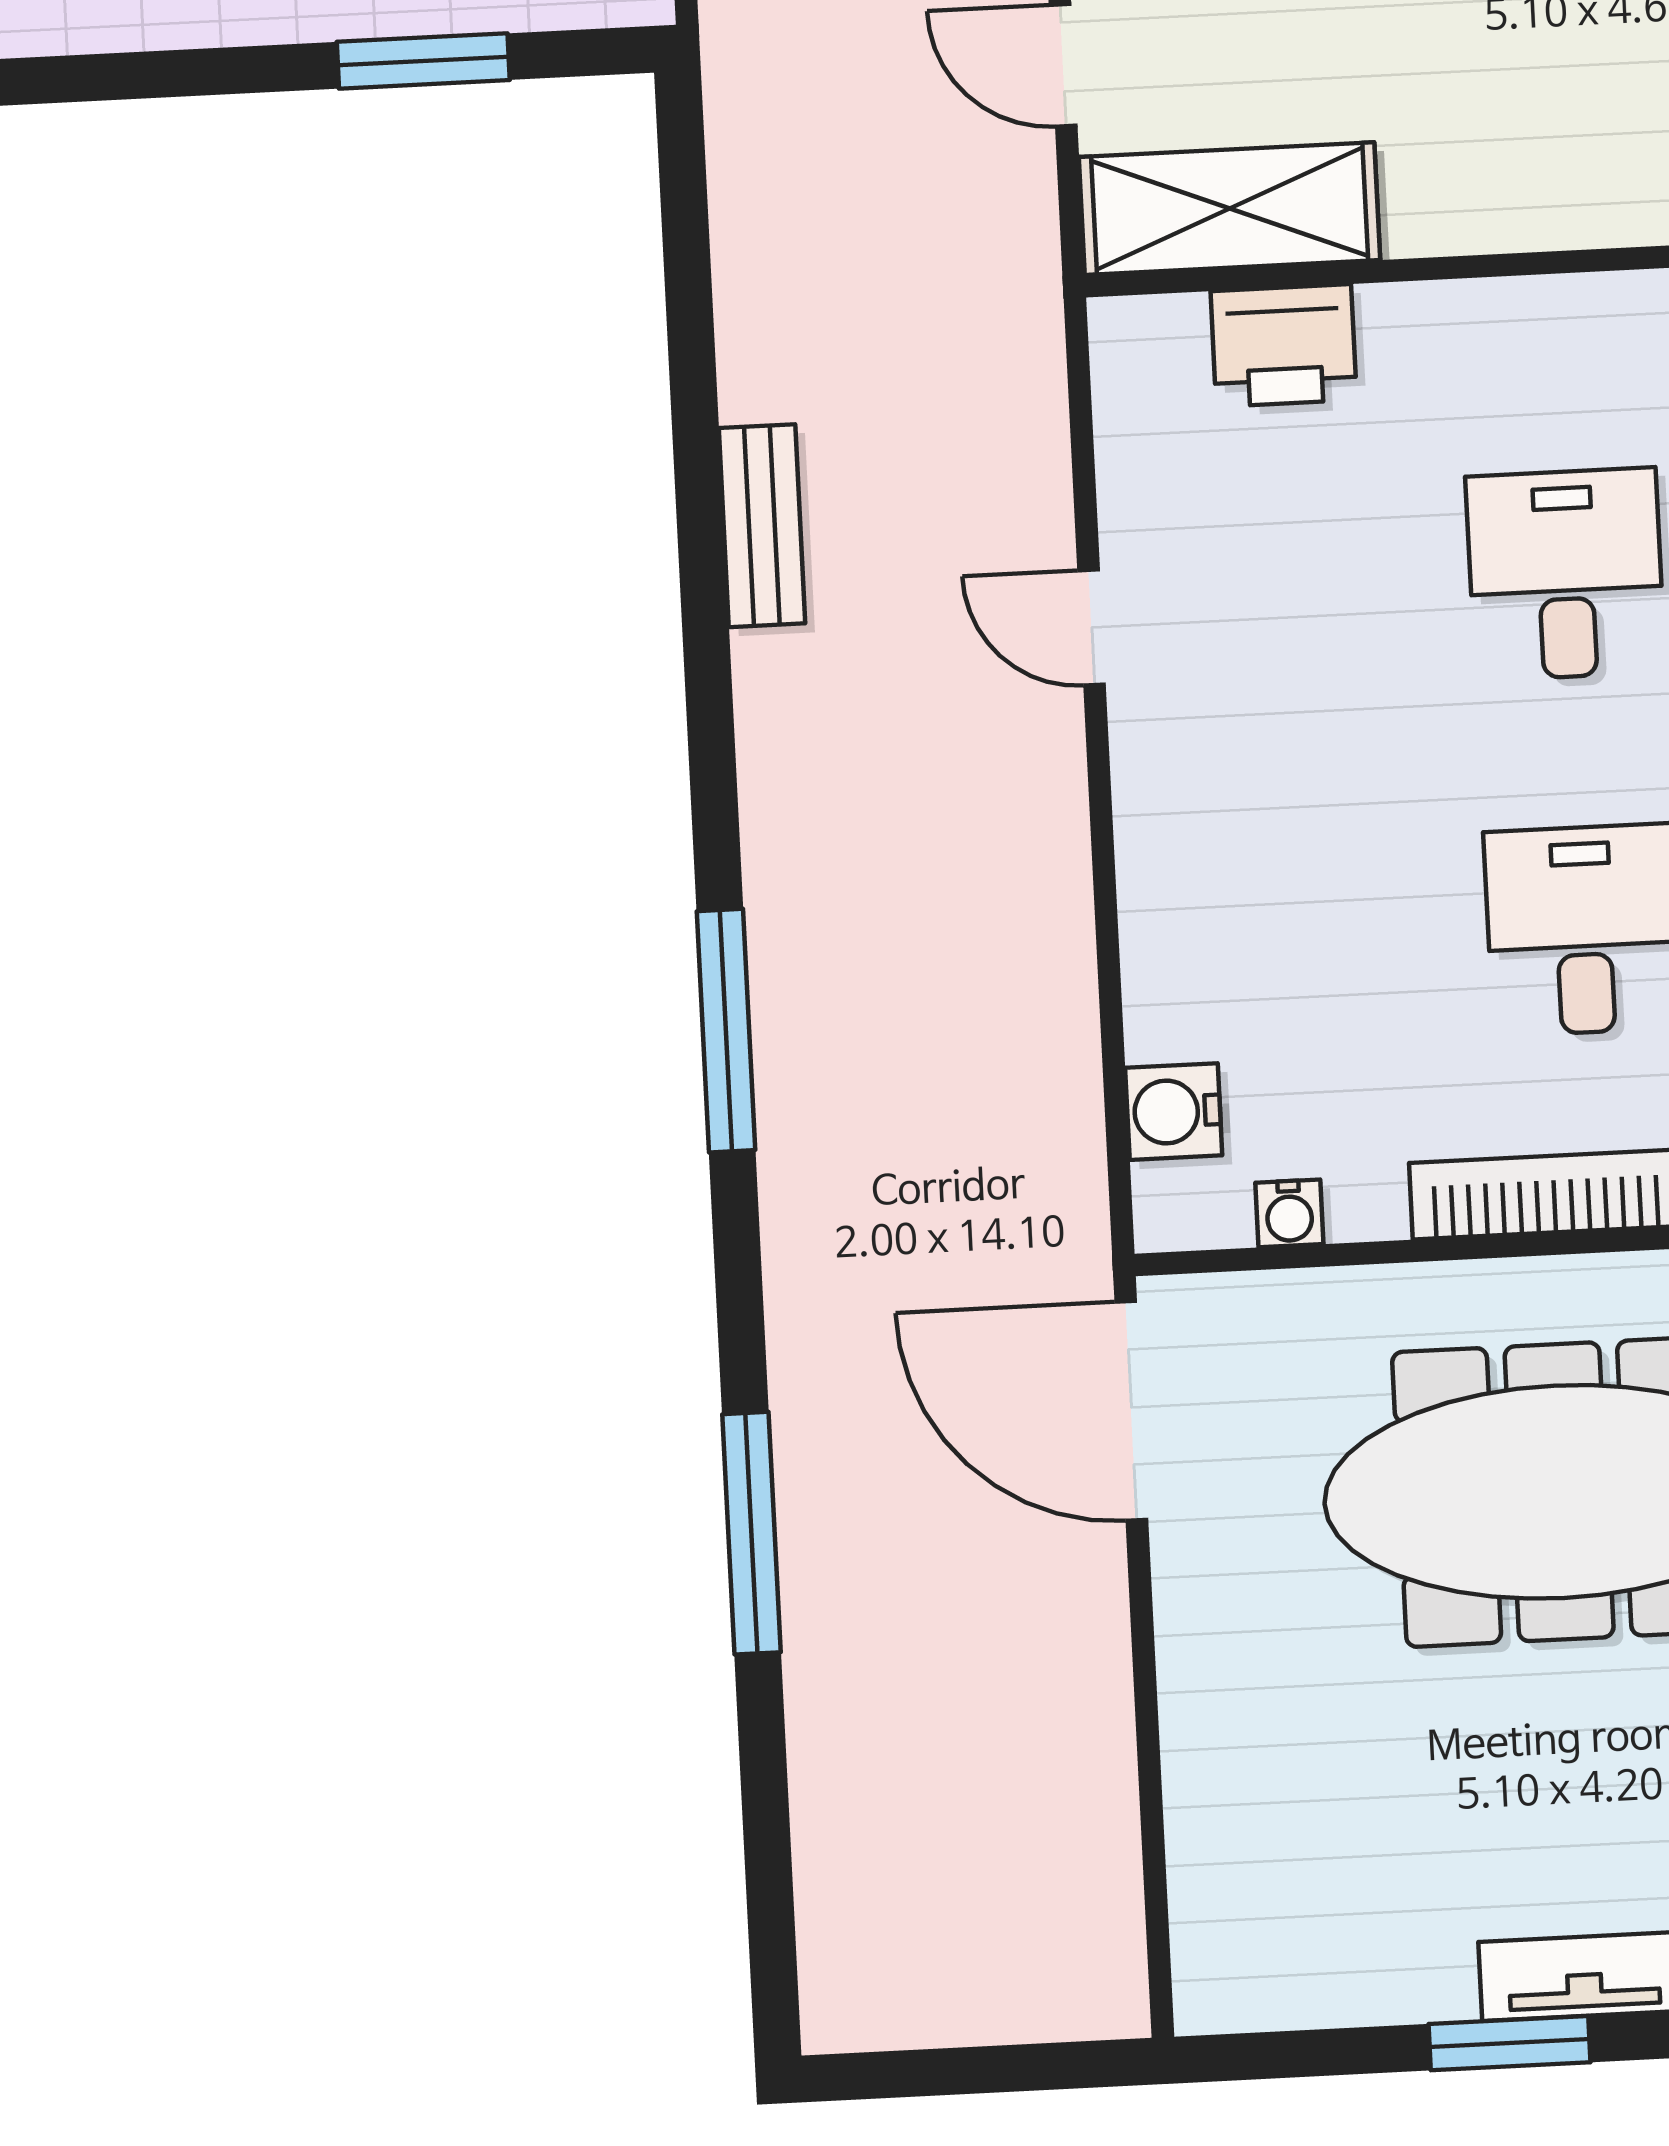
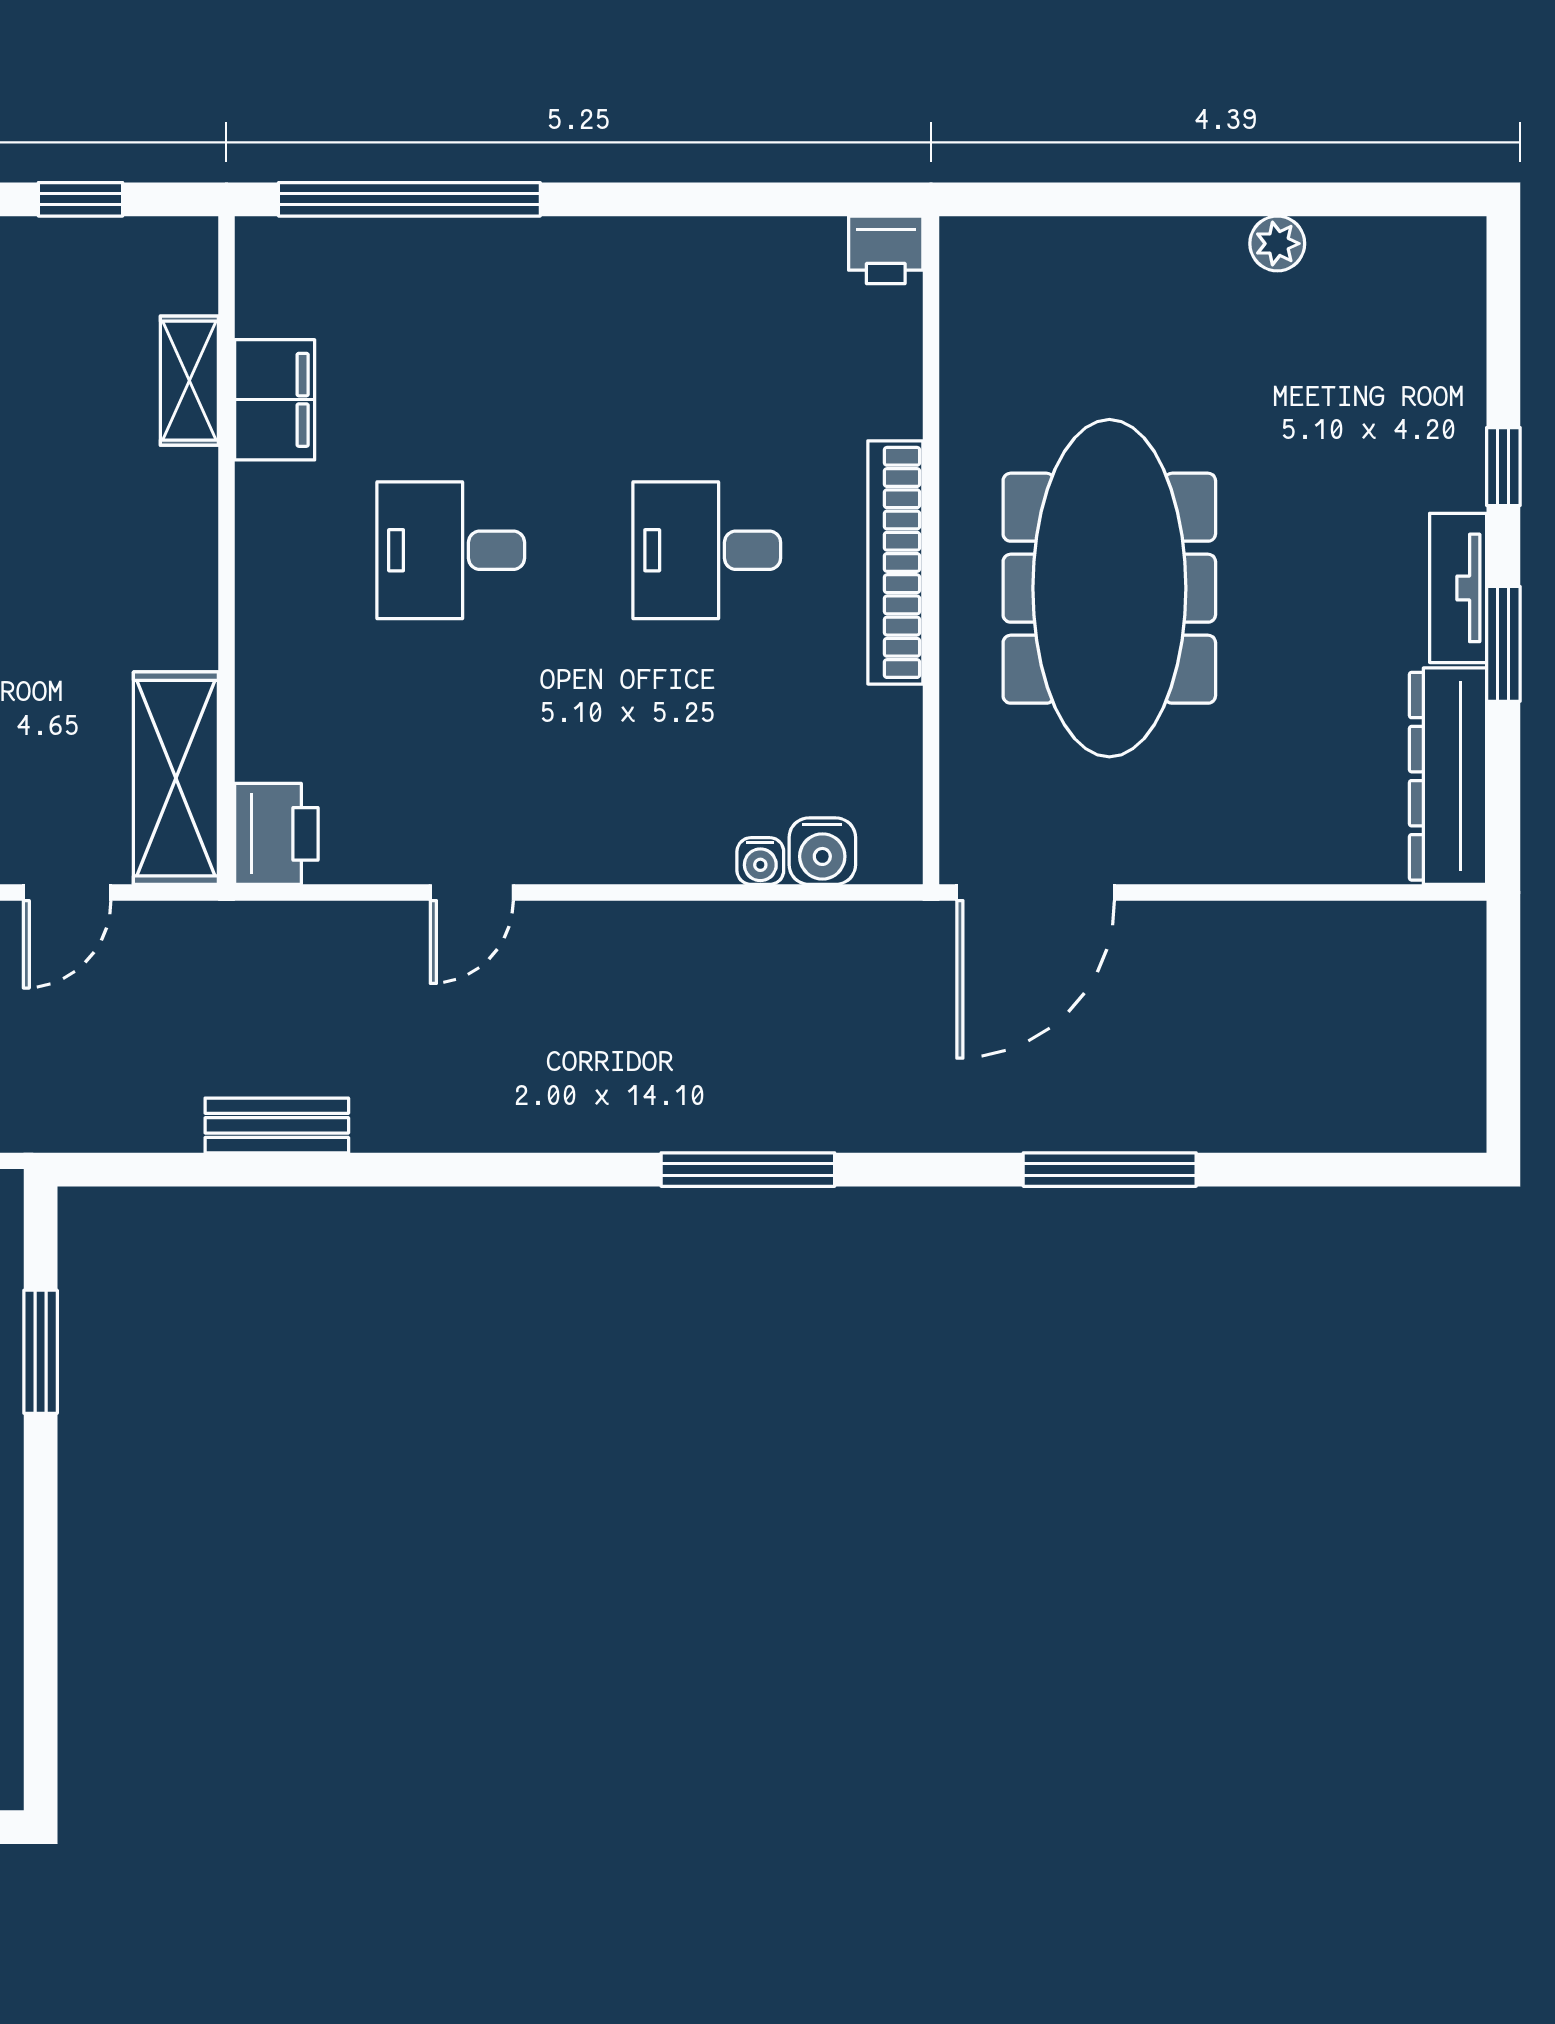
printer: (1284, 346) -> (276, 834), moved
bench: (762, 526) -> (277, 1125), moved
water cooler: (1289, 1213) -> (760, 861), moved, turned 90
dresser: (1322, 1976) -> (1448, 776), added

